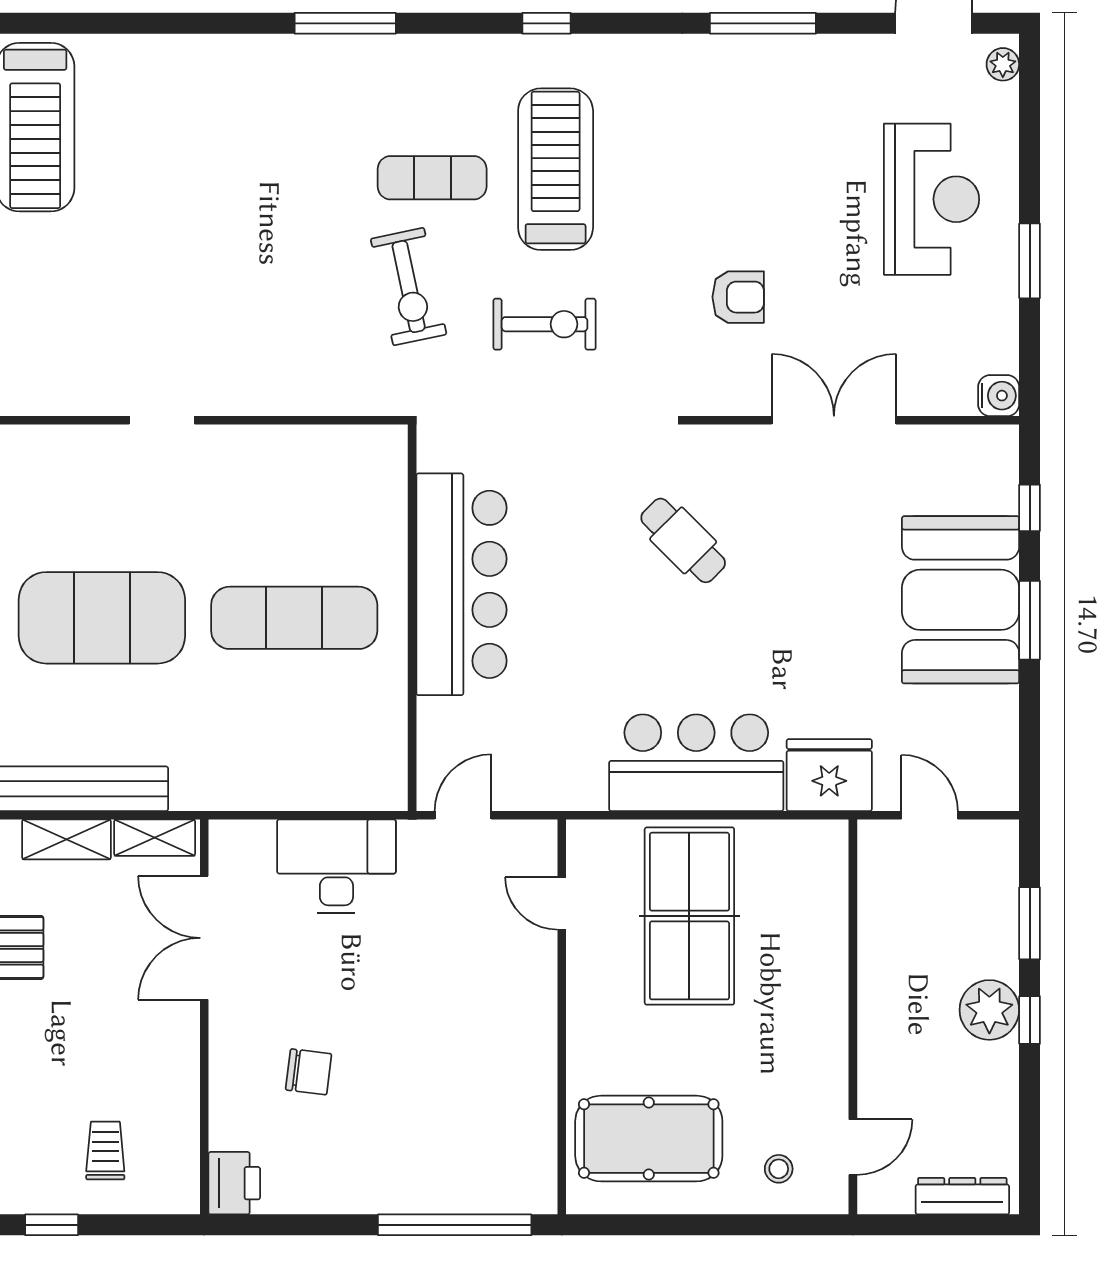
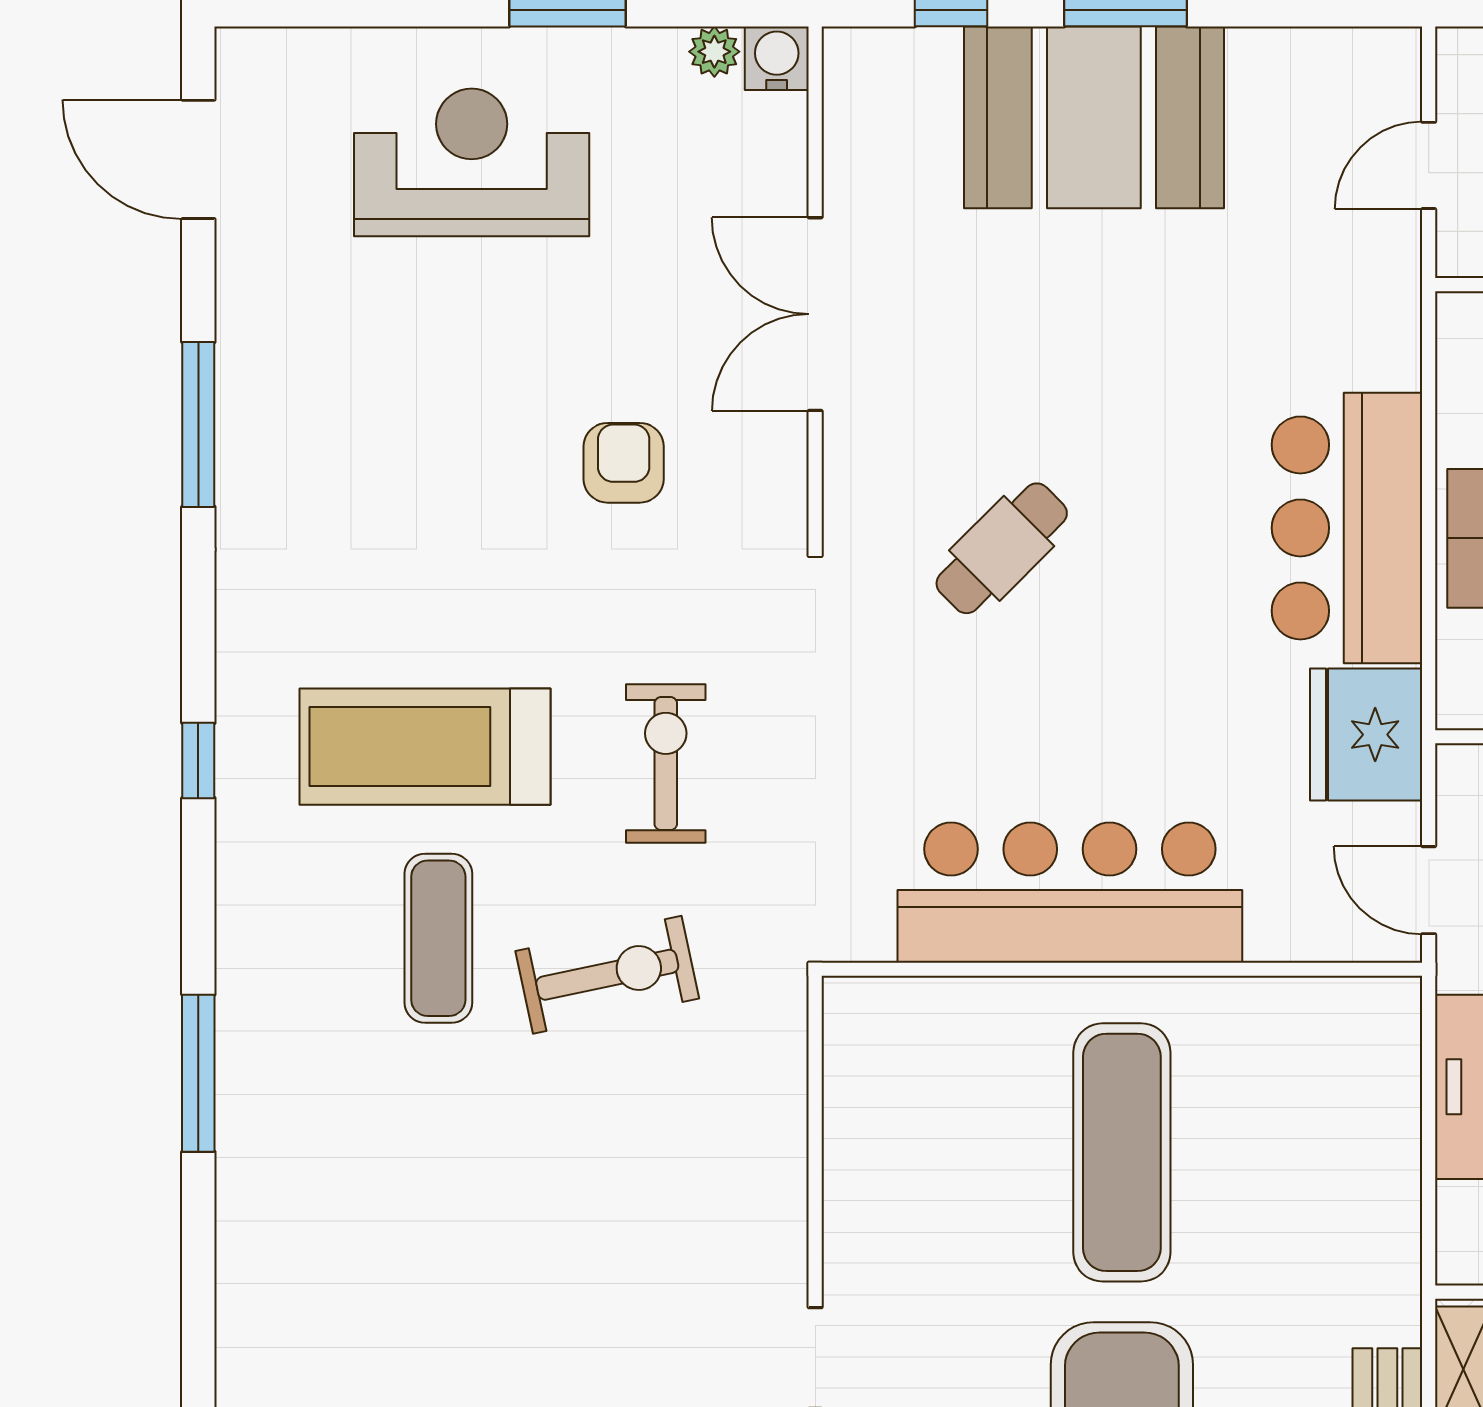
plant: (1003, 64) -> (714, 52), moved
fridge: (829, 775) -> (1366, 735), moved

